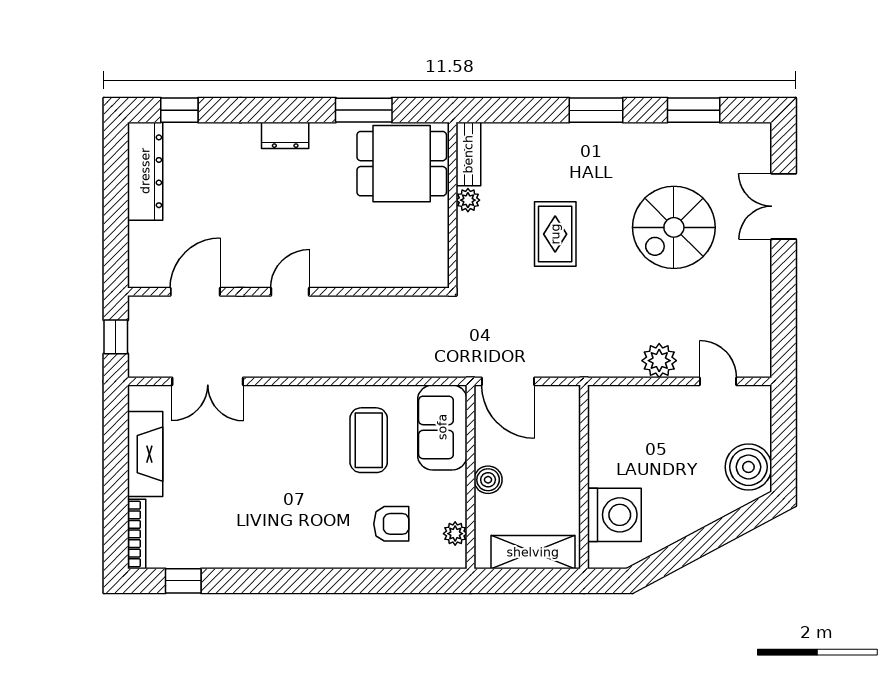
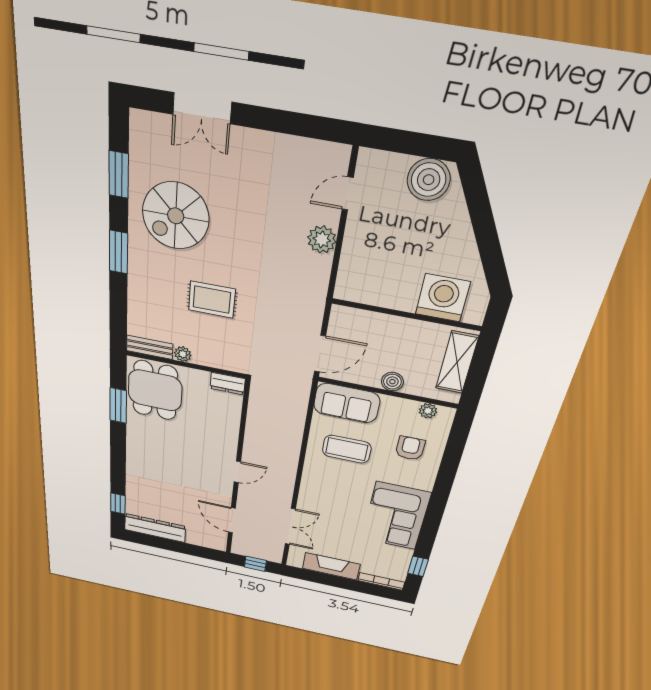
dresser: (285, 135) -> (228, 384), moved, turned 90
spiral stairs: (674, 227) -> (176, 216), moved, turned 90
door: (290, 292) -> (237, 472), swing flipped
corner sofa: (270, 529) -> (396, 516), added

